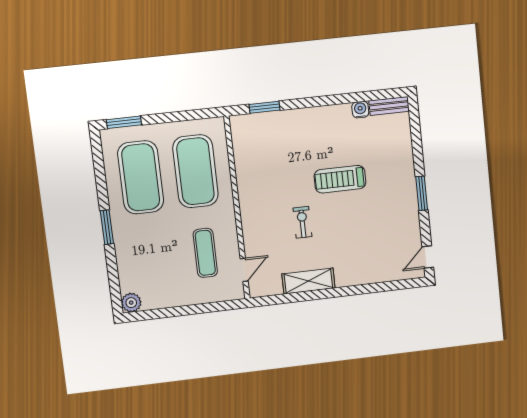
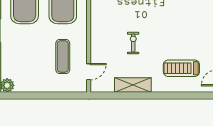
treadmill: (340, 179) -> (181, 68), moved

